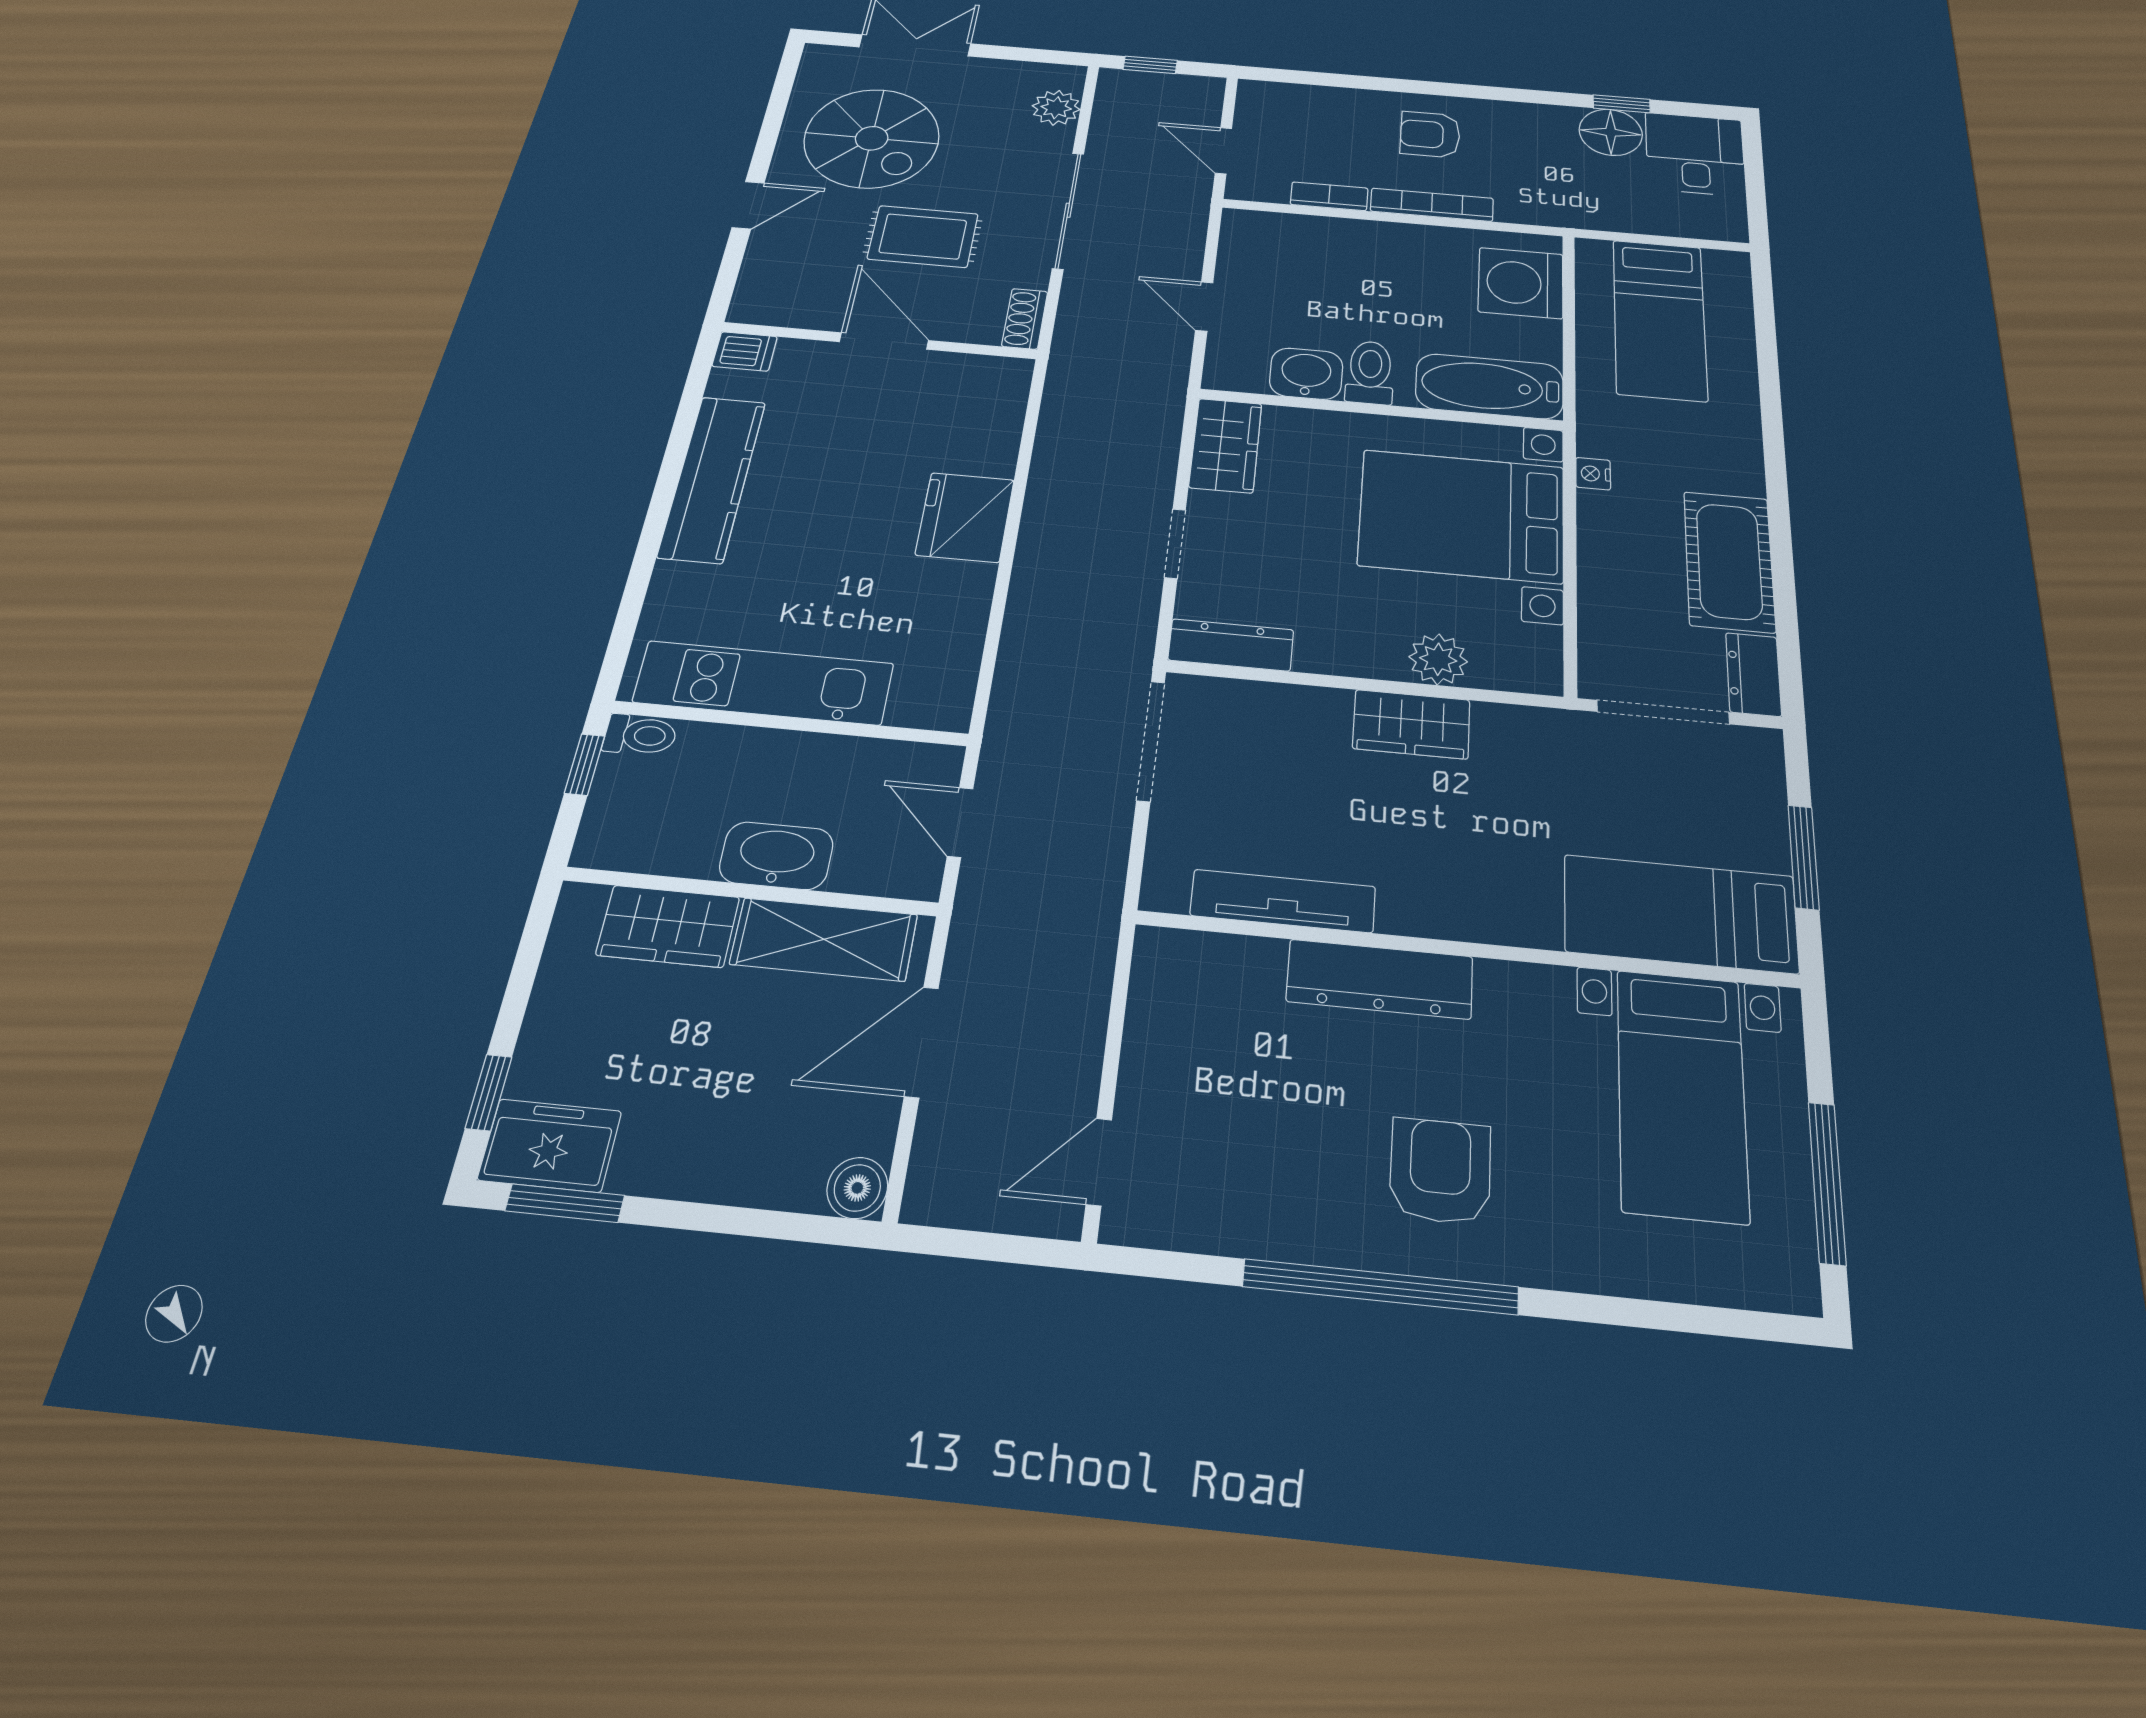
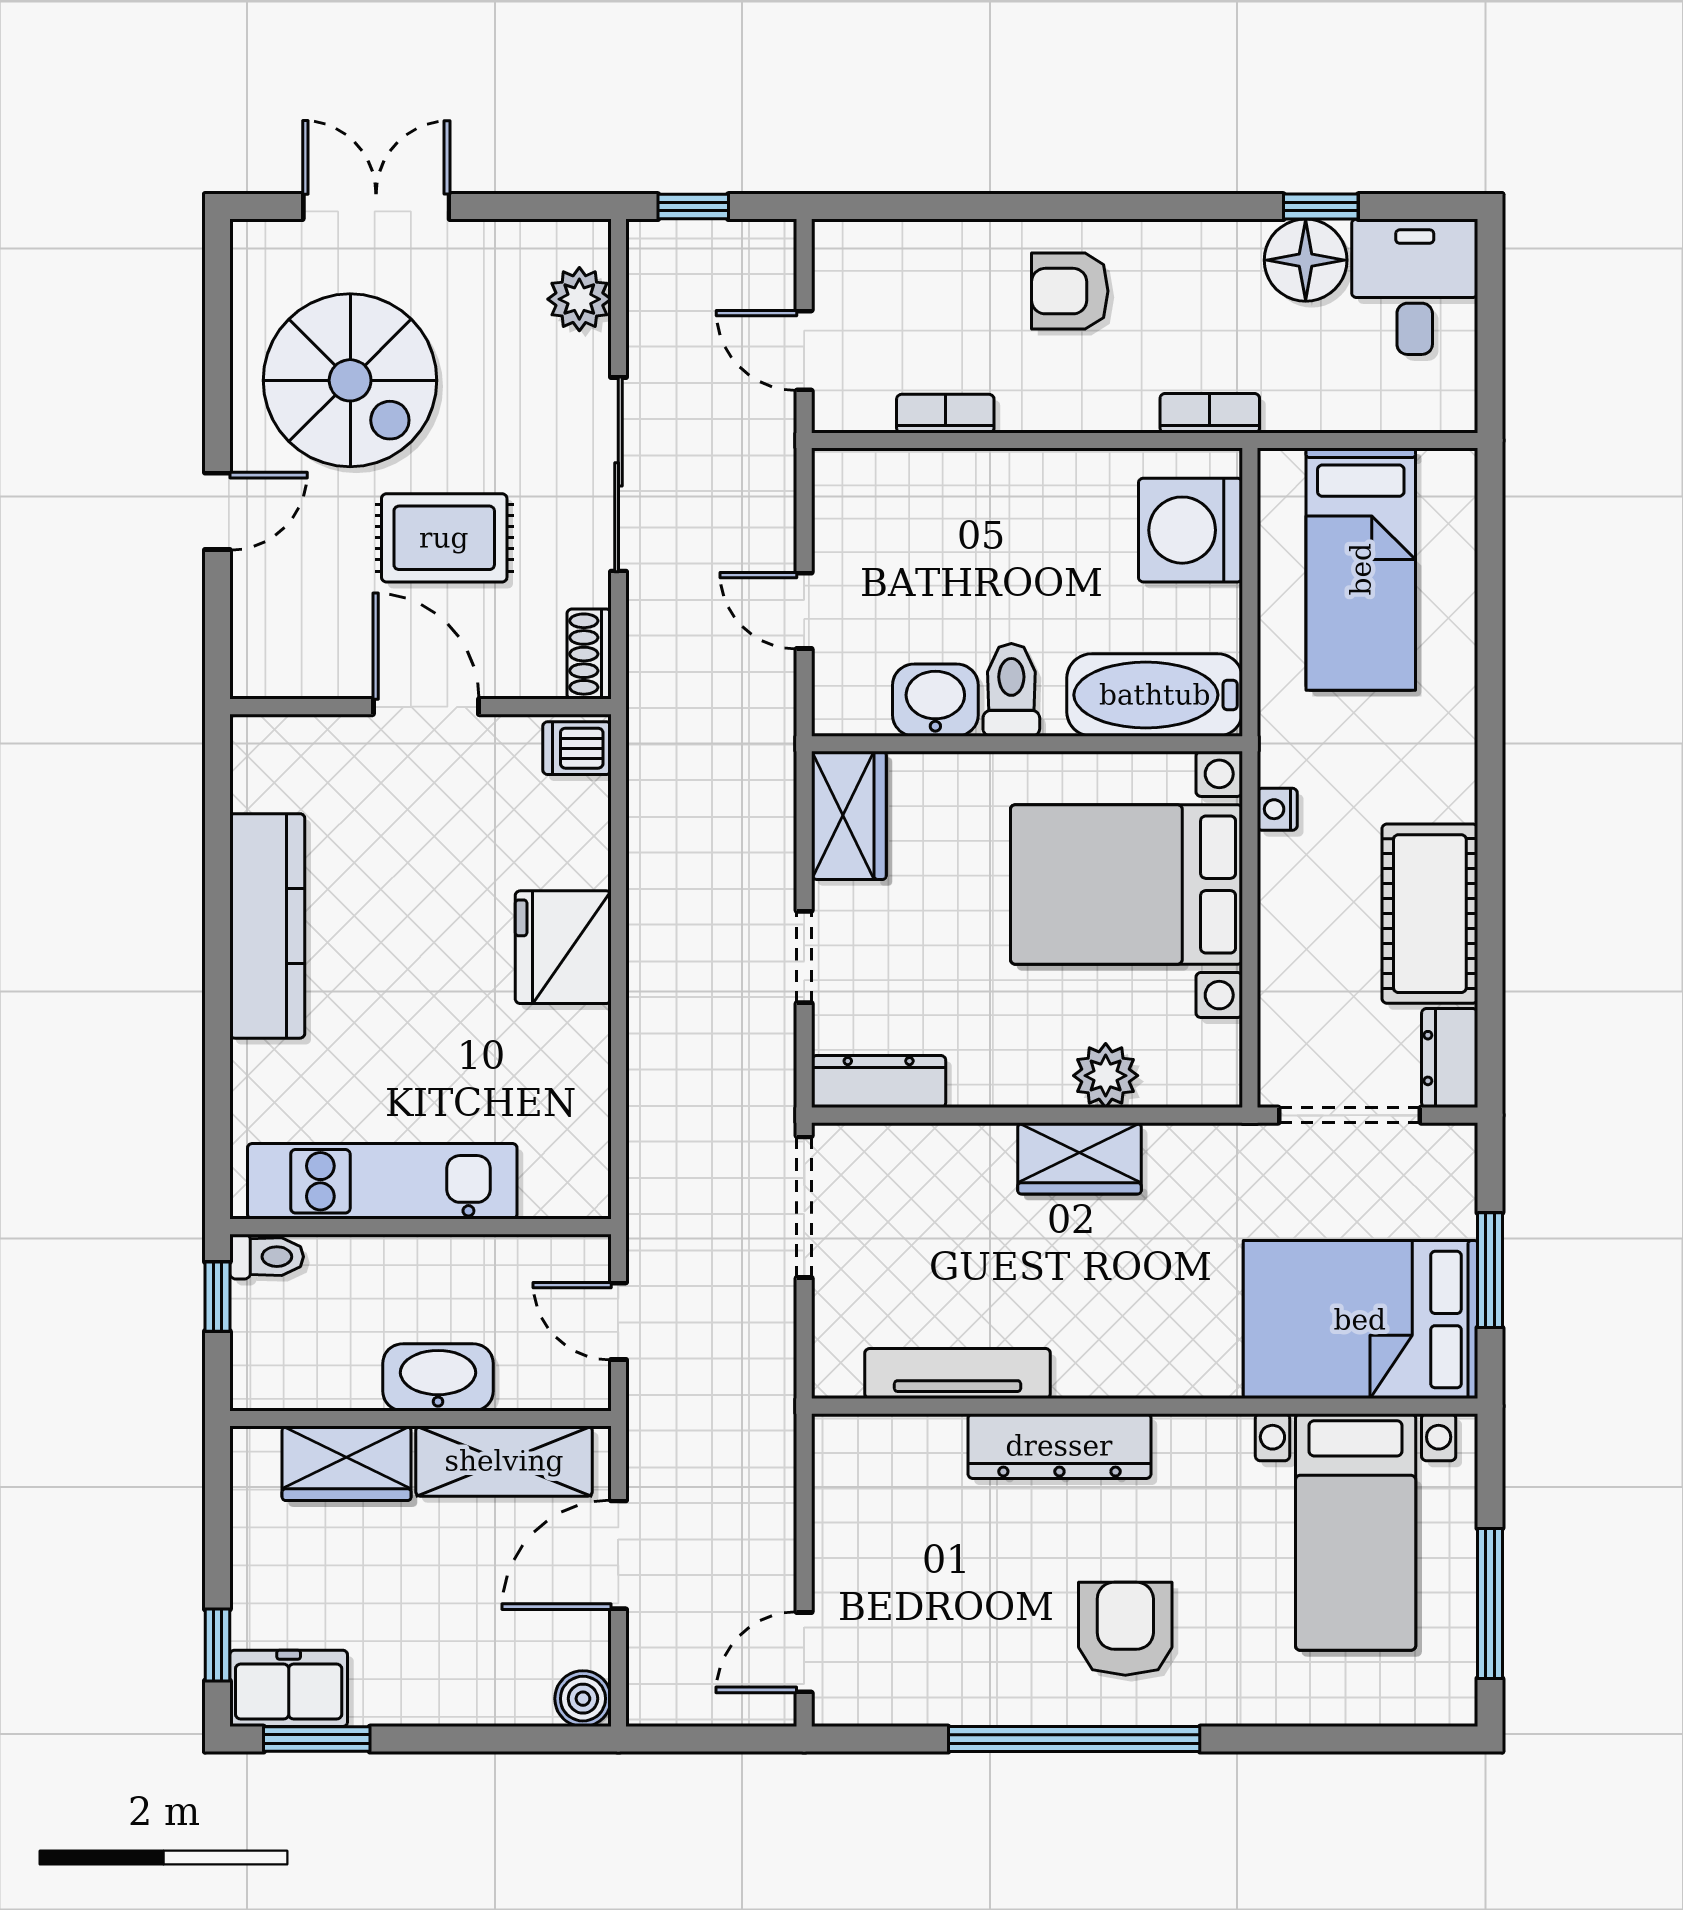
bookcase: (1432, 205) -> (1210, 413), moved, width x0.64
dishwasher: (745, 351) -> (577, 748), moved, turned 180
bed: (1680, 914) -> (1360, 1320), width x1.50

